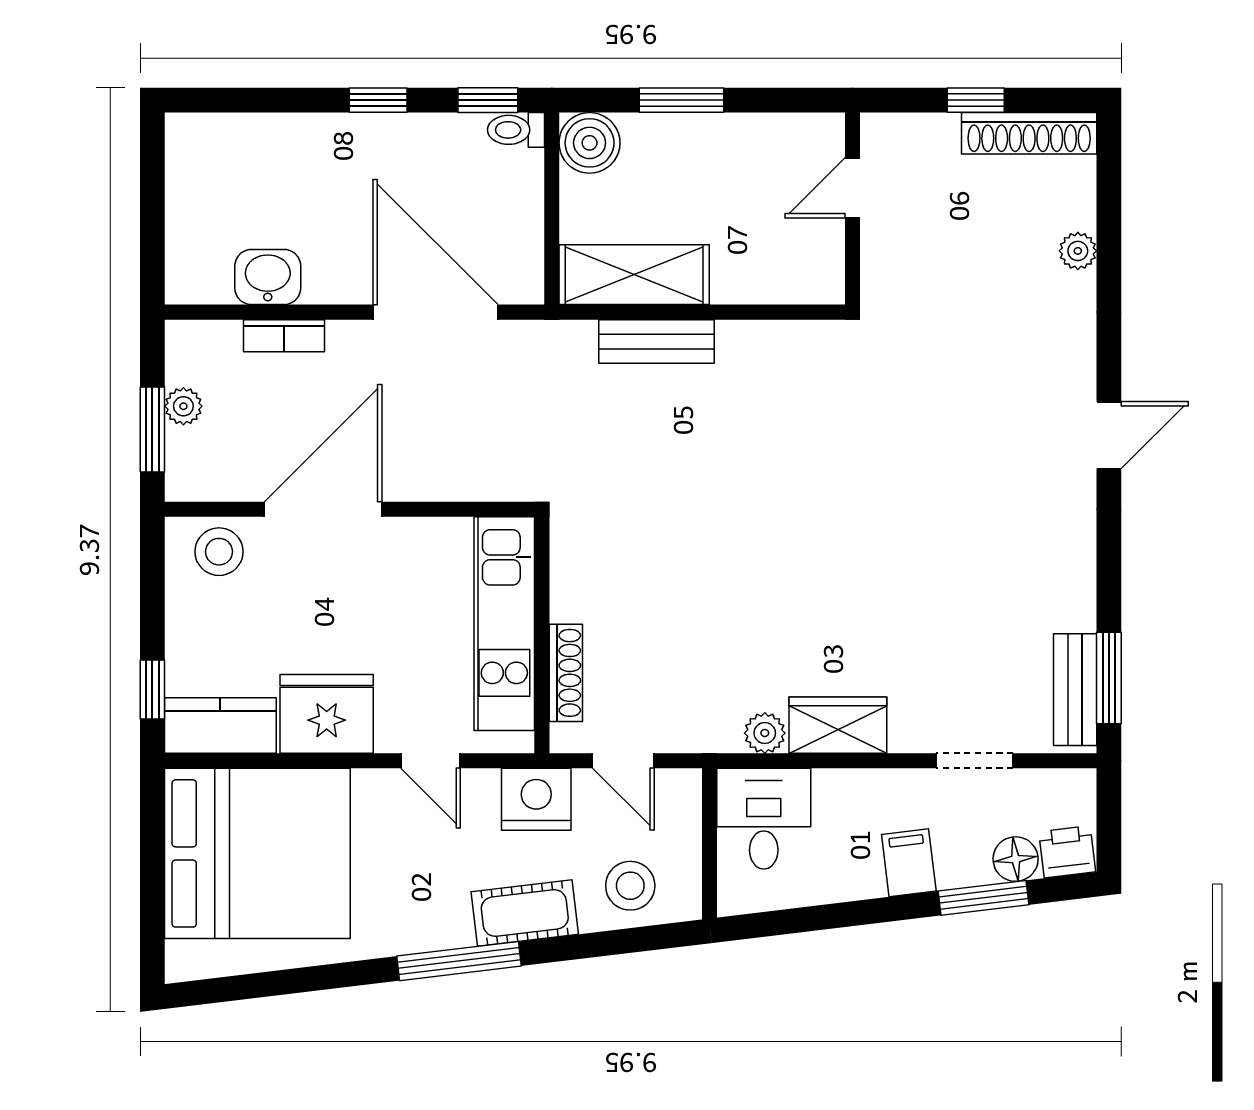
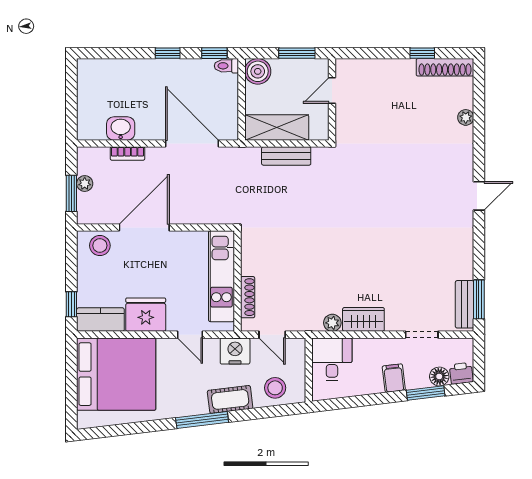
door: (852, 188) -> (332, 91), moved
wall: (852, 209) -> (332, 99), moved

